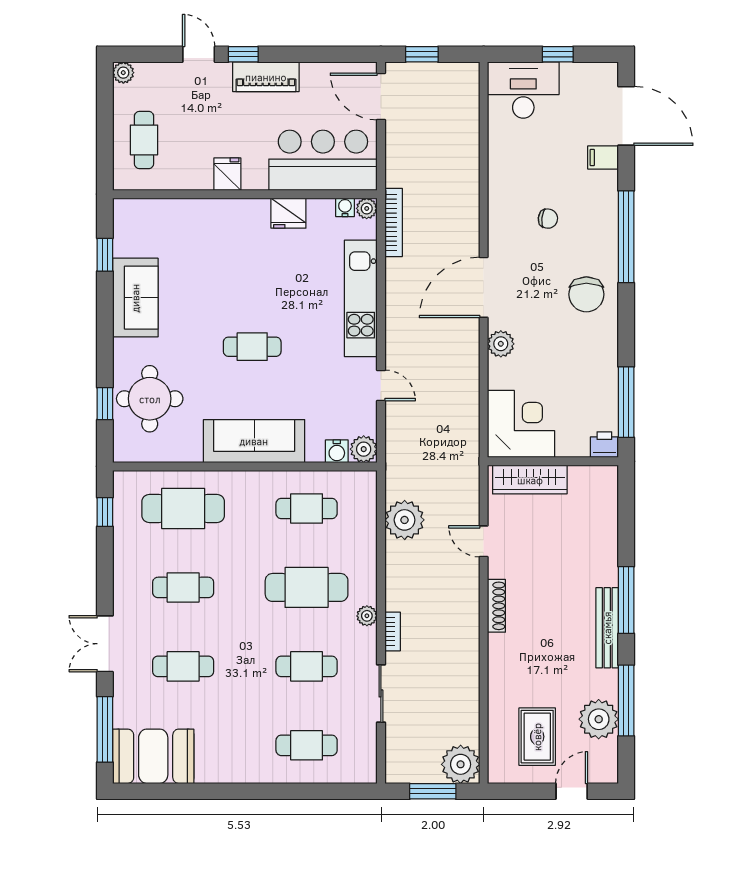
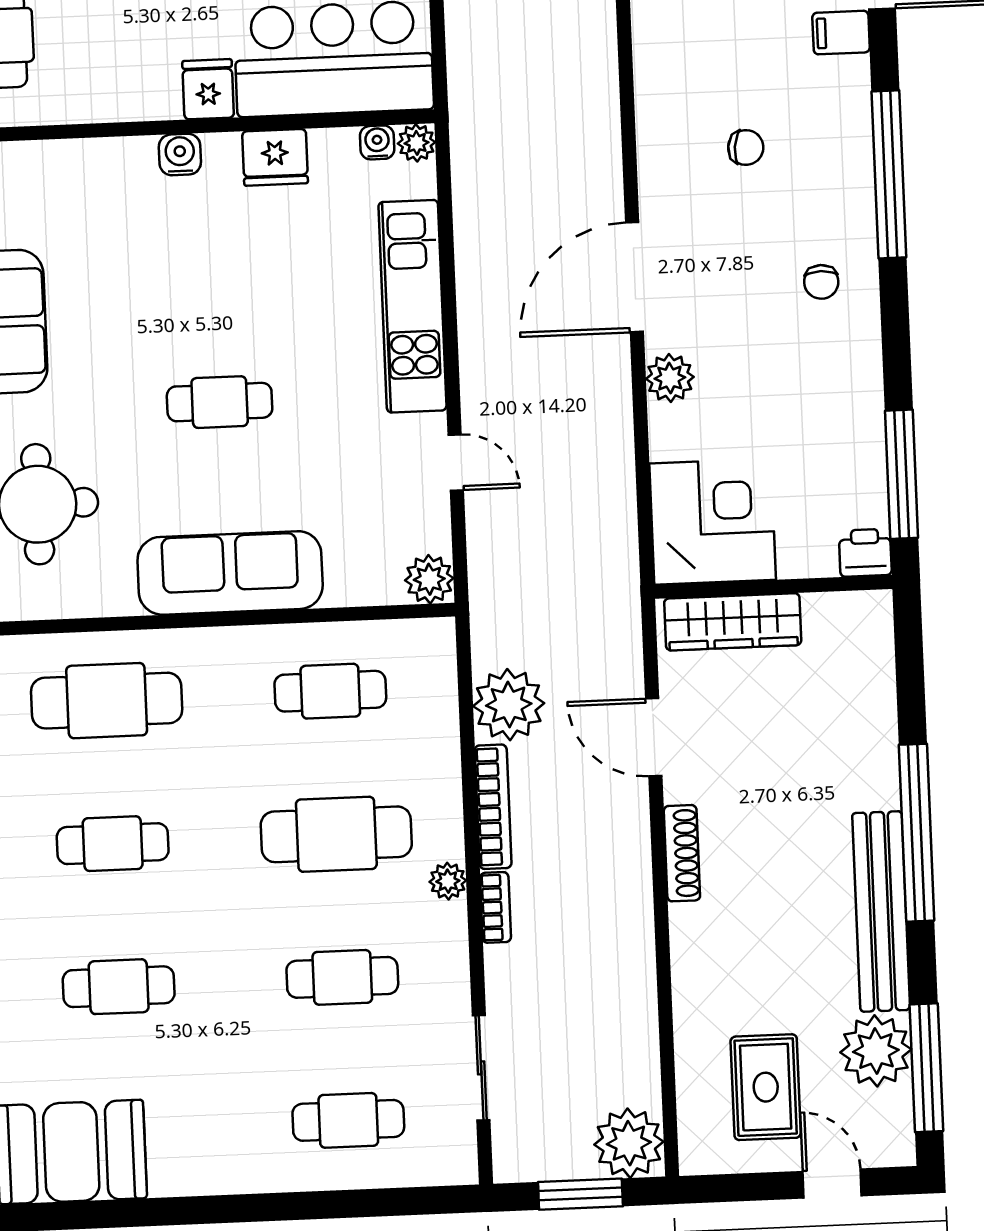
fridge: (227, 174) -> (208, 89), moved
bookcase: (394, 222) -> (493, 807), moved
chair: (586, 294) -> (821, 282), width x0.54, depth x0.54
water cooler: (337, 451) -> (180, 154), moved, turned 180
door: (484, 541) -> (654, 737), width x1.38
window: (626, 600) -> (917, 833), width x1.46
bench: (607, 628) -> (881, 911), width x1.37, depth x1.21
sliding door: (381, 693) -> (481, 1068), moved
window: (626, 700) -> (926, 1068), moved
door: (572, 791) -> (832, 1184), hinge flipped

